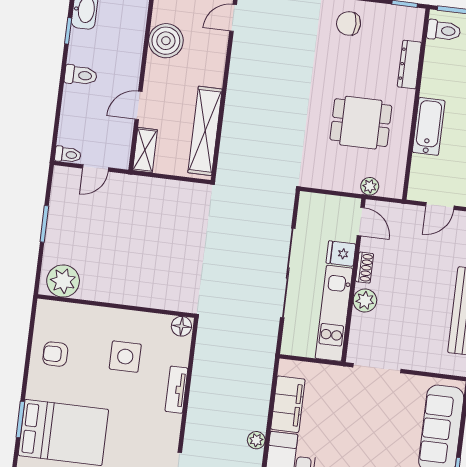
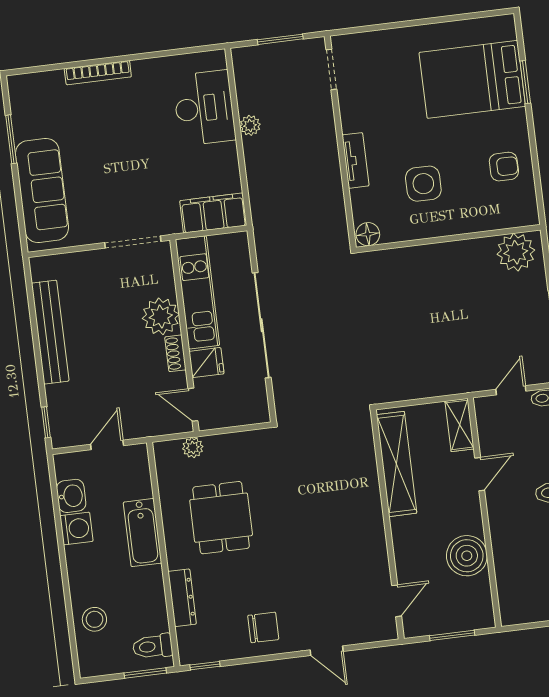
dining table: (361, 123) -> (221, 518), turned 90
plant: (365, 300) -> (161, 316), width x1.36, depth x1.36
filing cabinet: (288, 404) -> (213, 213), moved, turned 90

